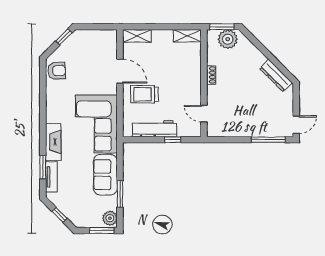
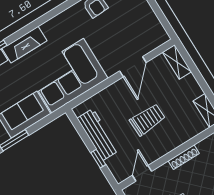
shoe rack: (211, 75) -> (184, 157), width x1.43
trolley: (144, 94) -> (147, 120), moved, turned 88

